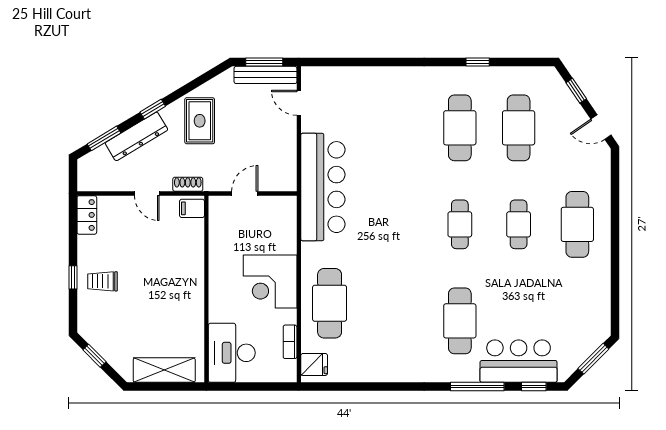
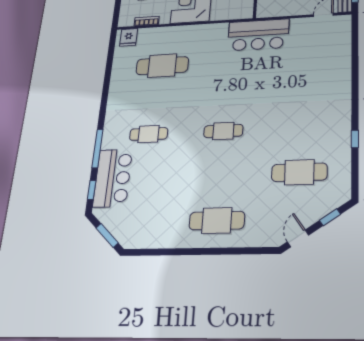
cafe table: (460, 128) -> (301, 128), removed
bar counter: (323, 187) -> (258, 35), width x0.73
cafe table: (519, 224) -> (220, 175), removed
cafe table: (330, 303) -> (162, 66), moved
cafe table: (460, 321) -> (149, 134), width x0.73, depth x0.74

